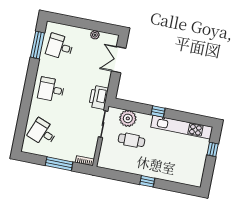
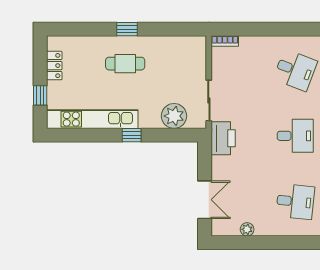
cafe table: (131, 140) -> (125, 64), moved
window: (59, 164) -> (262, 29), removed
locker: (199, 167) -> (54, 66), added

